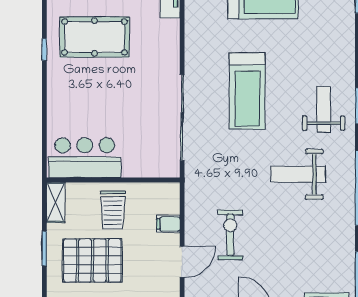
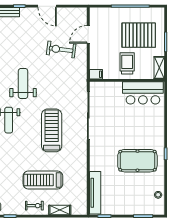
weight bench: (298, 174) -> (23, 84), turned -90
filing cabinet: (168, 224) -> (96, 74), moved
exercise bike: (230, 235) -> (61, 49), turned 97

